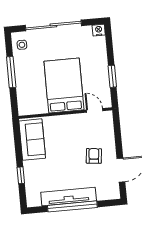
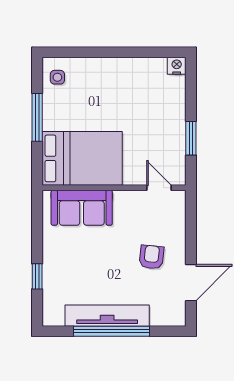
sliding door: (53, 25) -> (108, 52), removed
bed: (64, 85) -> (82, 158), moved, turned 90
sofa: (32, 140) -> (82, 208), moved, turned 90

